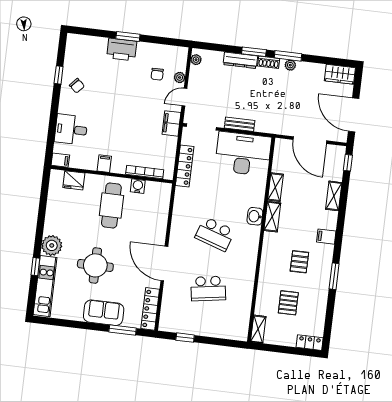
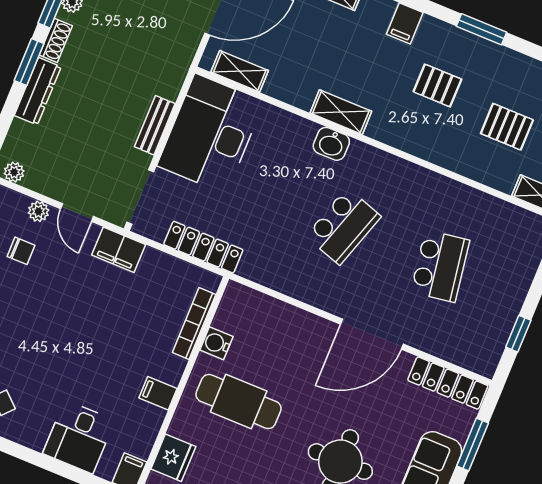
shelving: (275, 187) -> (240, 71), moved

